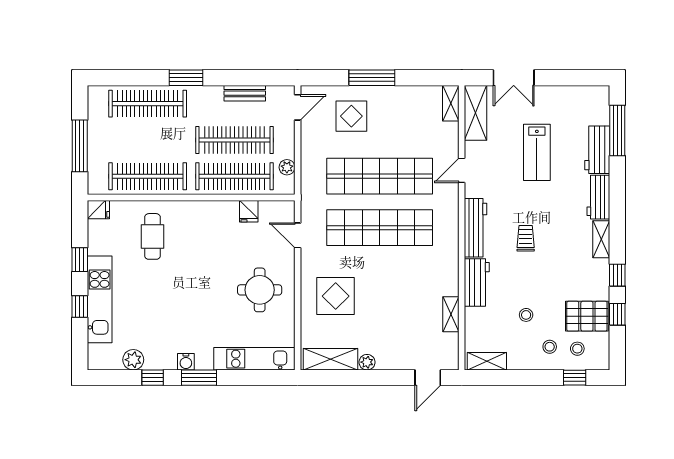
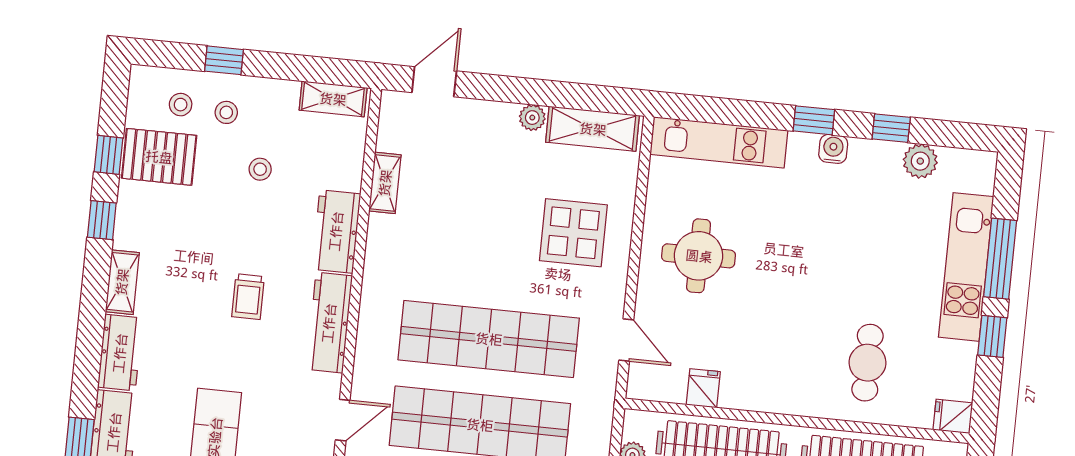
window: (80, 306) -> (1000, 259), width x2.17
window: (199, 378) -> (814, 120), width x0.67
window: (575, 378) -> (224, 60), moved

